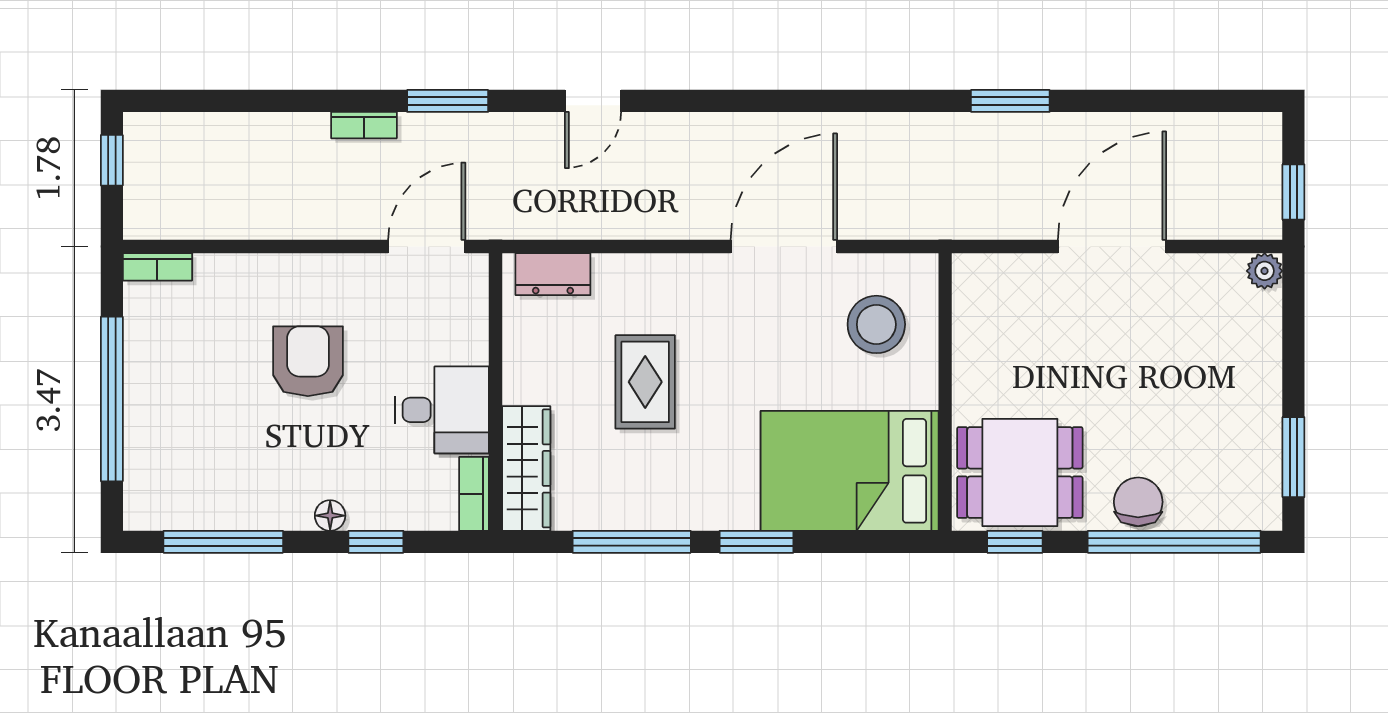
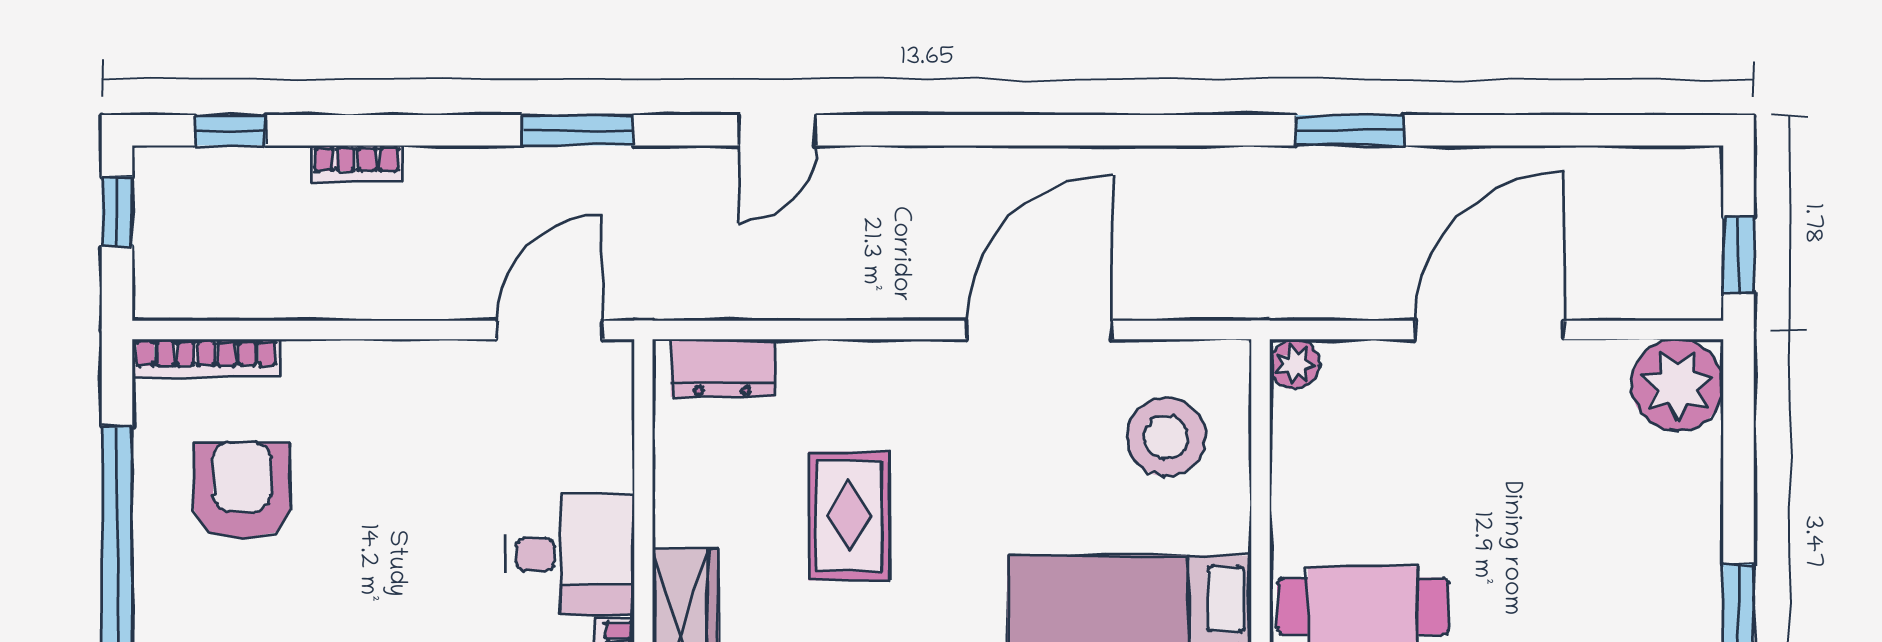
window: (194, 101) -> (230, 130), added
bookcase: (364, 125) -> (356, 164), moved
bookcase: (157, 267) -> (206, 358), width x1.56
plant: (970, 271) -> (1295, 364), added
plant: (1265, 271) -> (1677, 385), width x1.87, depth x1.87
armchair: (308, 361) -> (242, 491), moved

